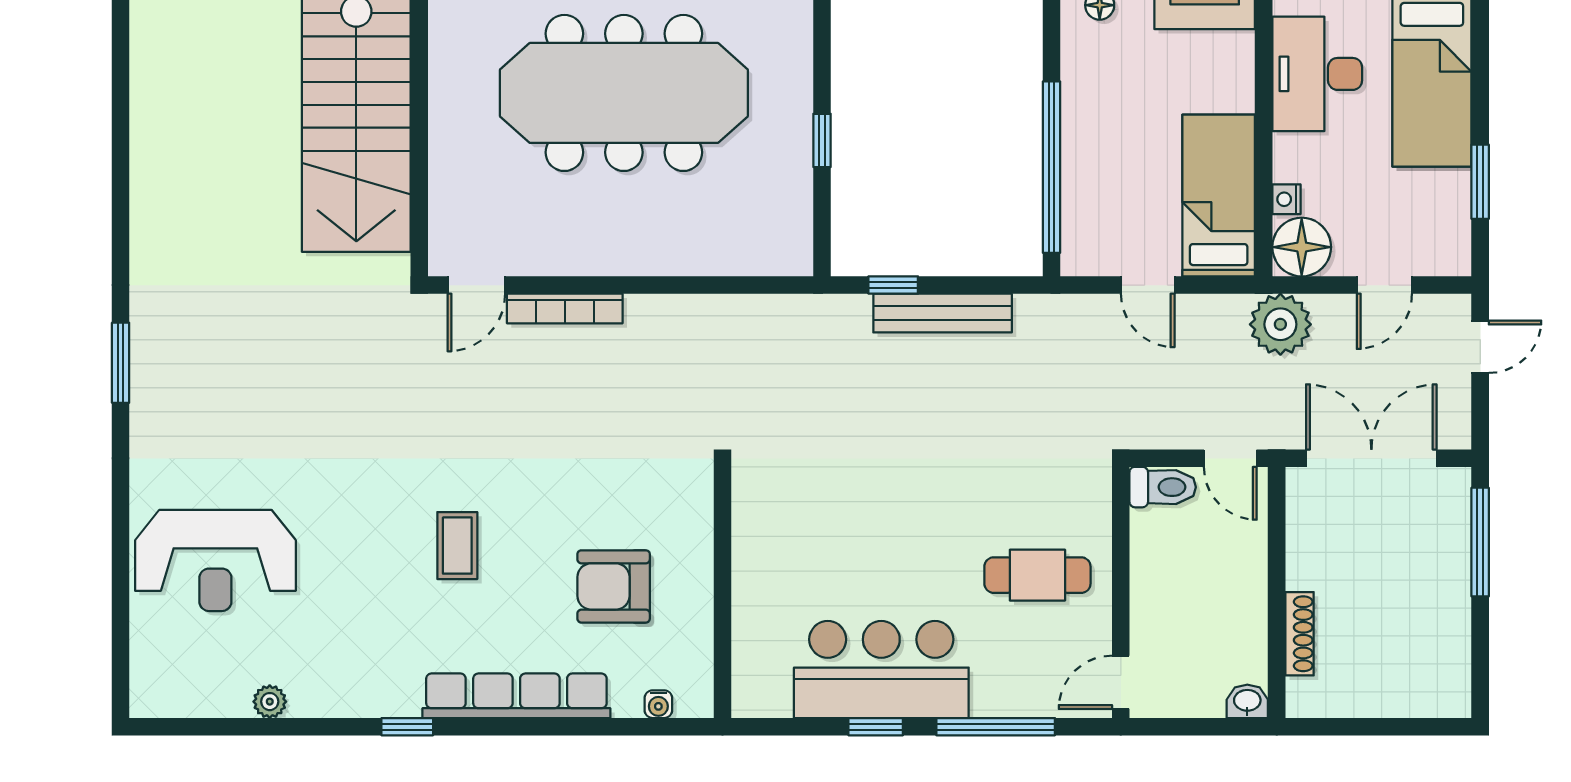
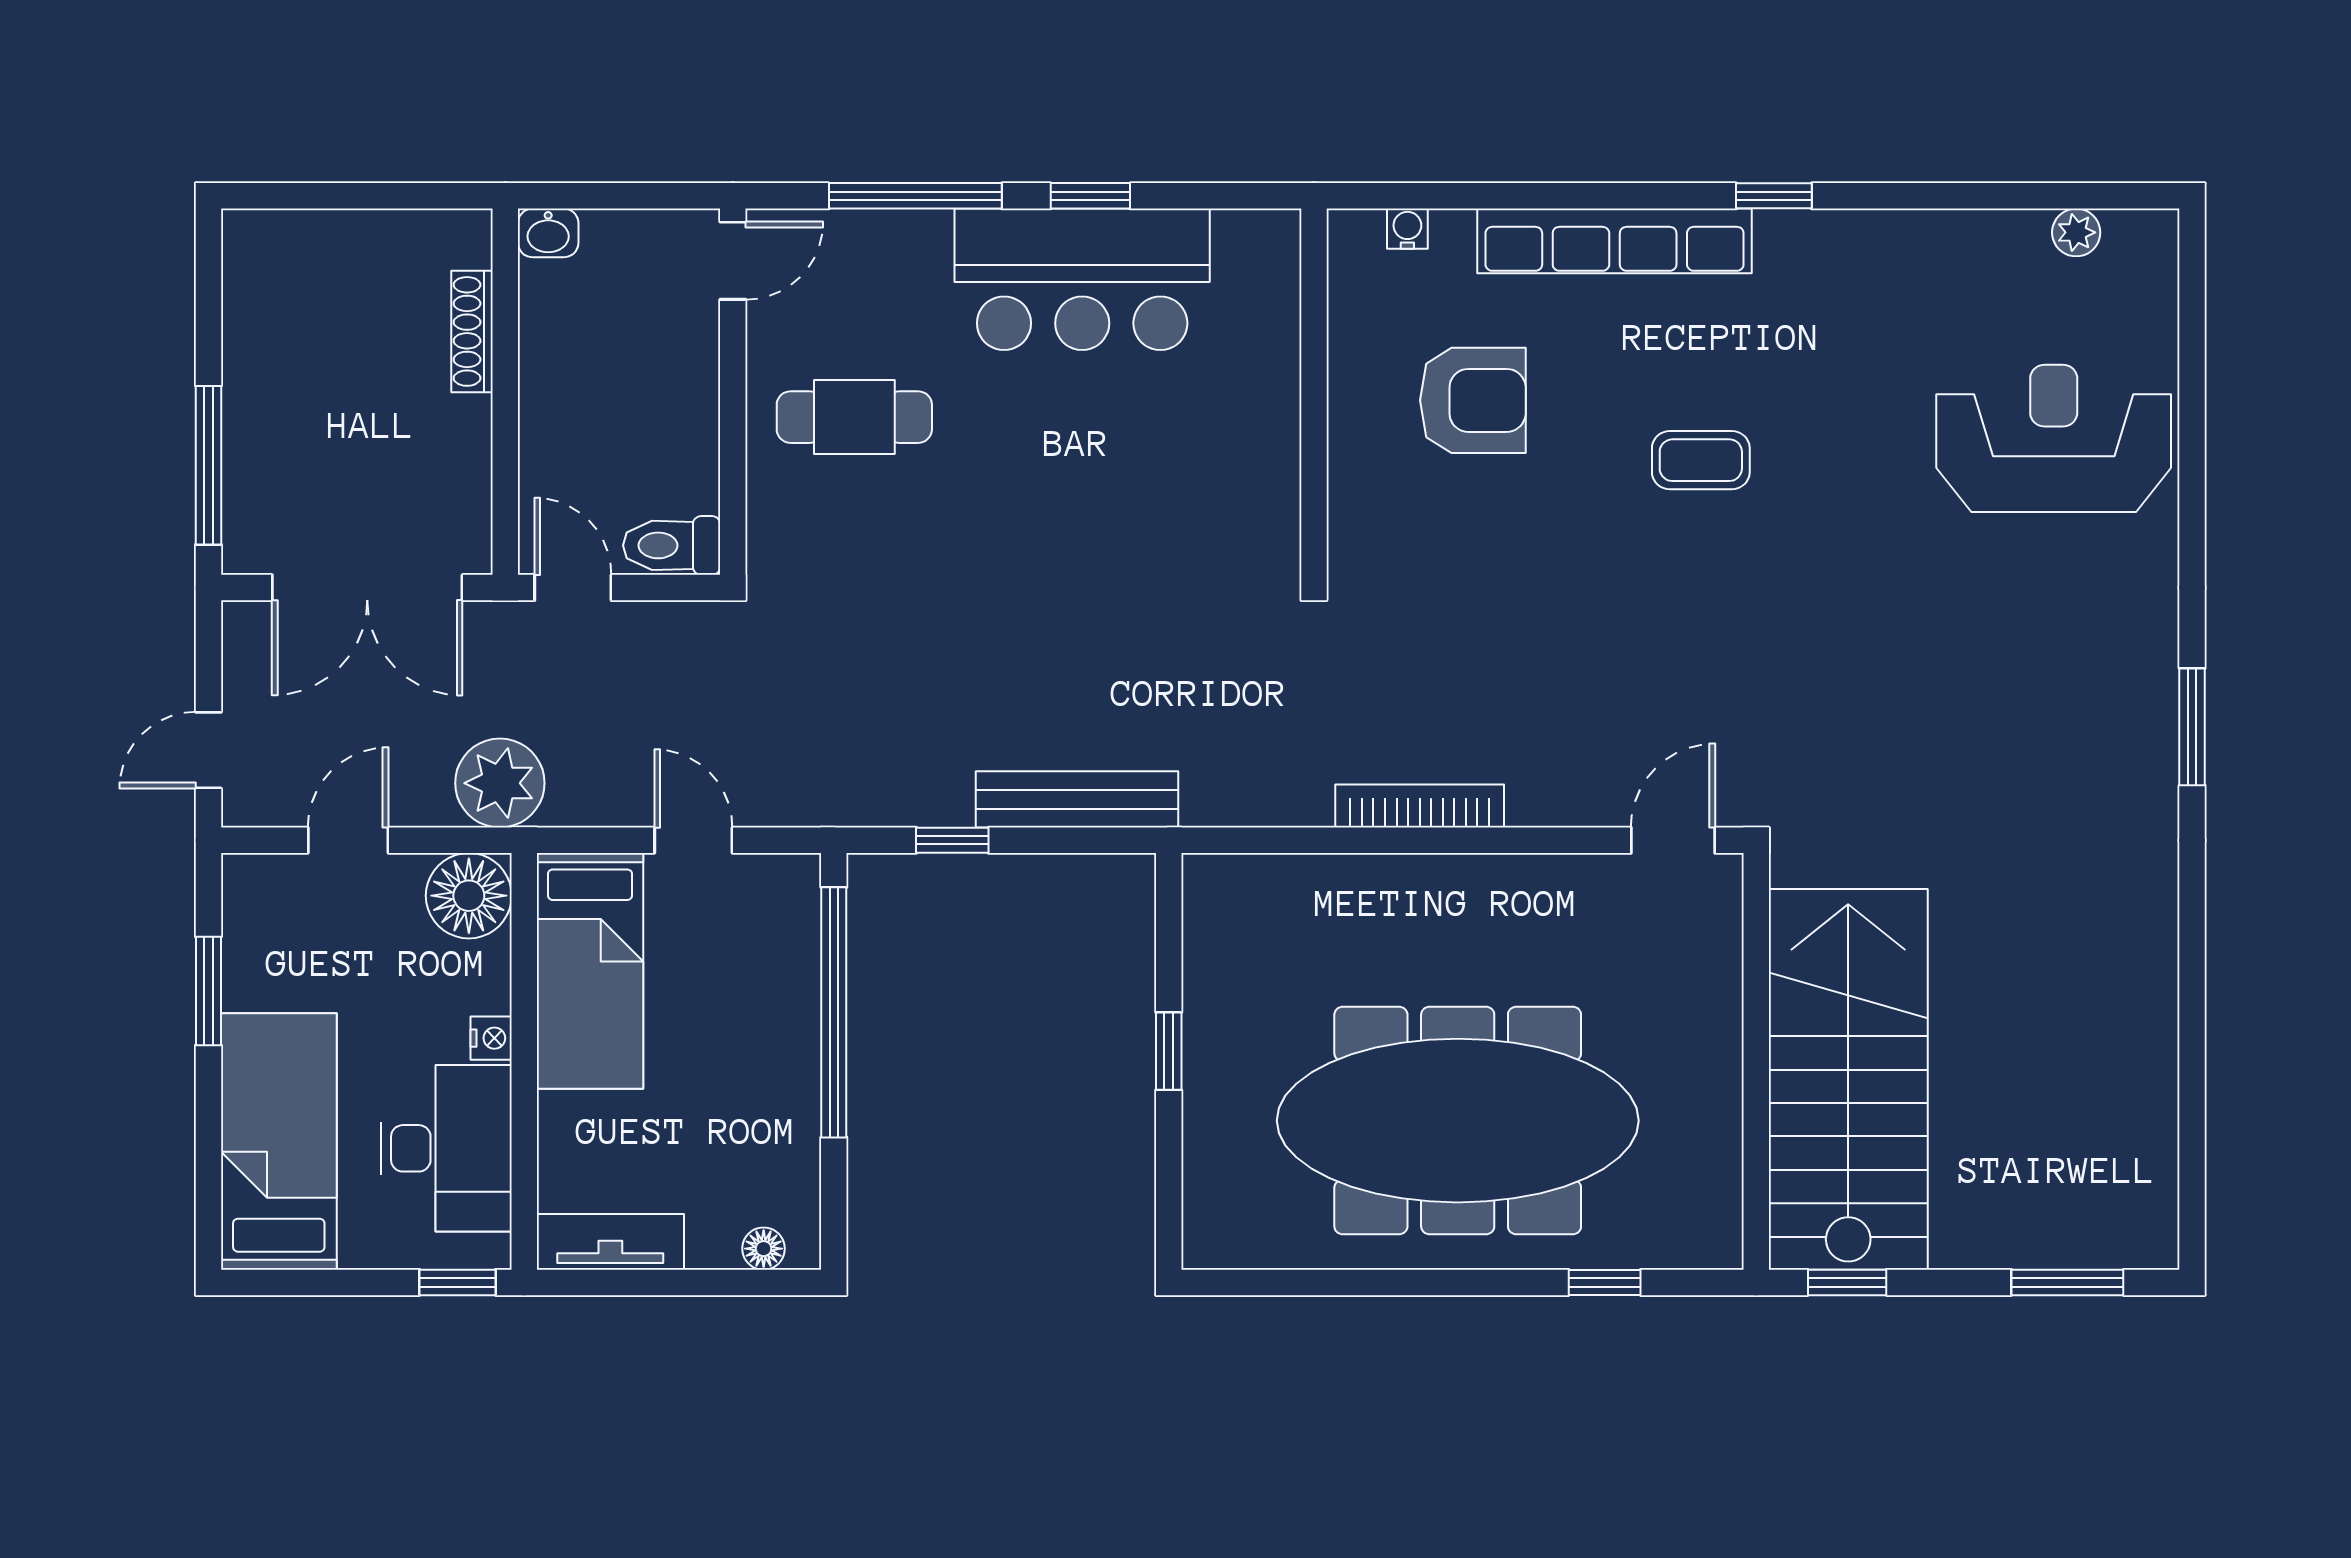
nightstand: (1286, 199) -> (491, 1038), moved
window: (893, 285) -> (952, 840), moved
bookcase: (565, 308) -> (1420, 806), moved
bench: (943, 313) -> (1077, 799), moved
coffee table: (457, 546) -> (1701, 460), turned 90
plant: (270, 702) -> (2076, 232), moved

